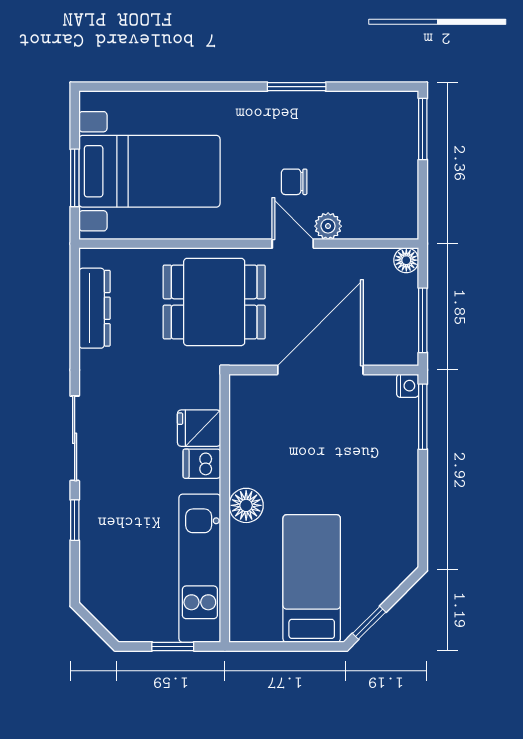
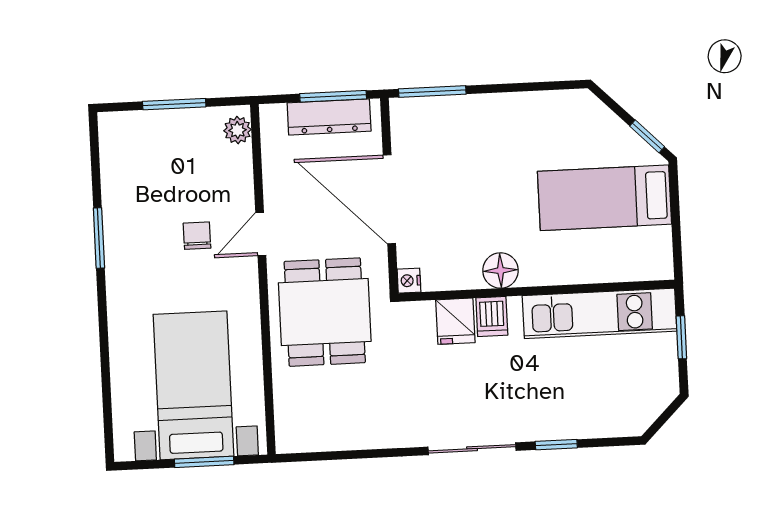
window: (423, 129) -> (174, 104), moved
chair: (294, 182) -> (197, 236), turned 180
plant: (328, 226) -> (238, 130), moved
floor lamp: (406, 260) -> (272, 116), removed
dresser: (94, 308) -> (329, 117), moved, turned 180
nightstand: (408, 386) -> (409, 281), moved, turned -90
floor lamp: (246, 505) -> (501, 270), moved

